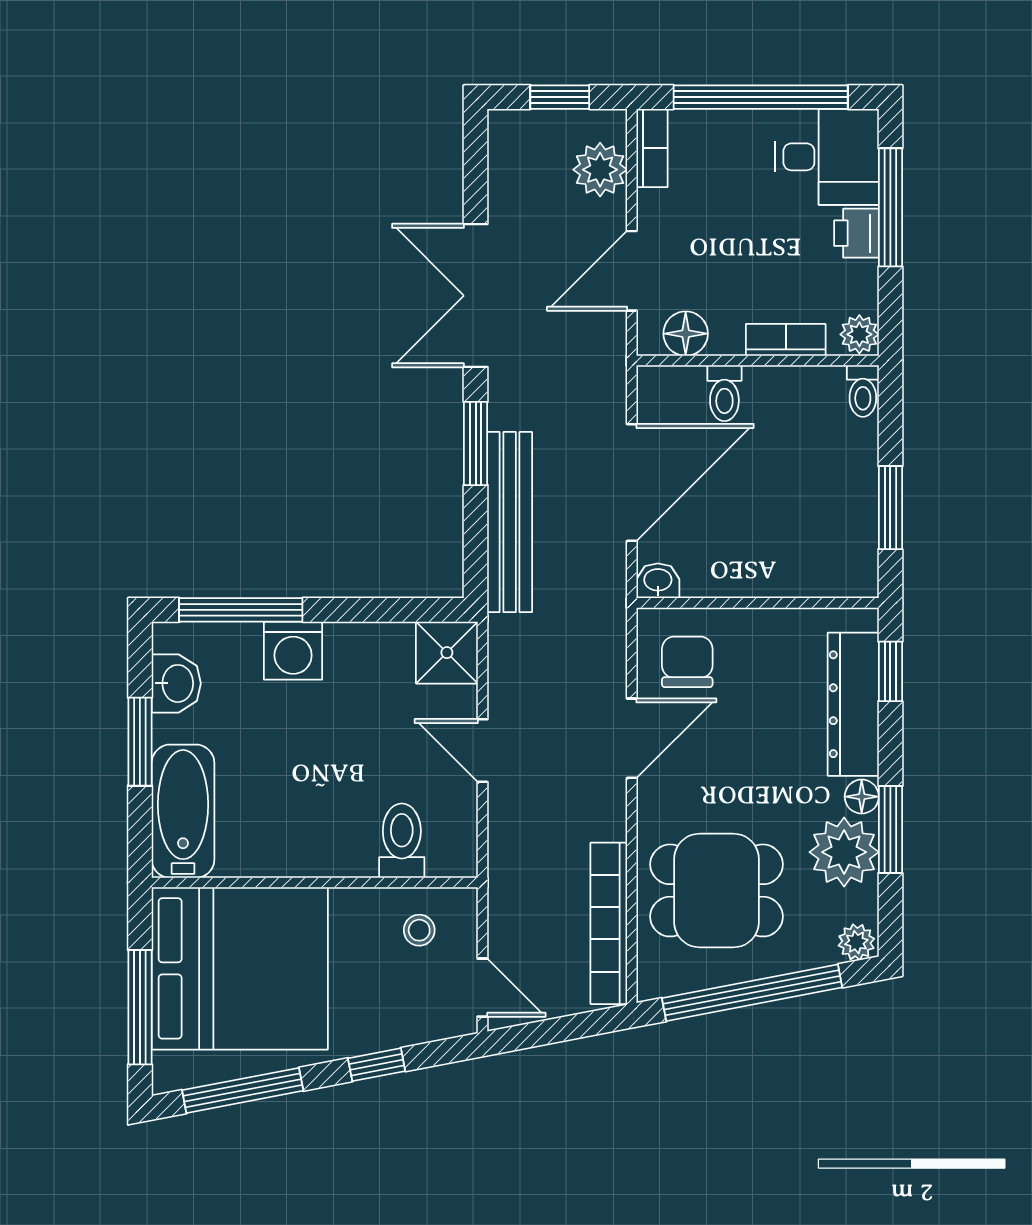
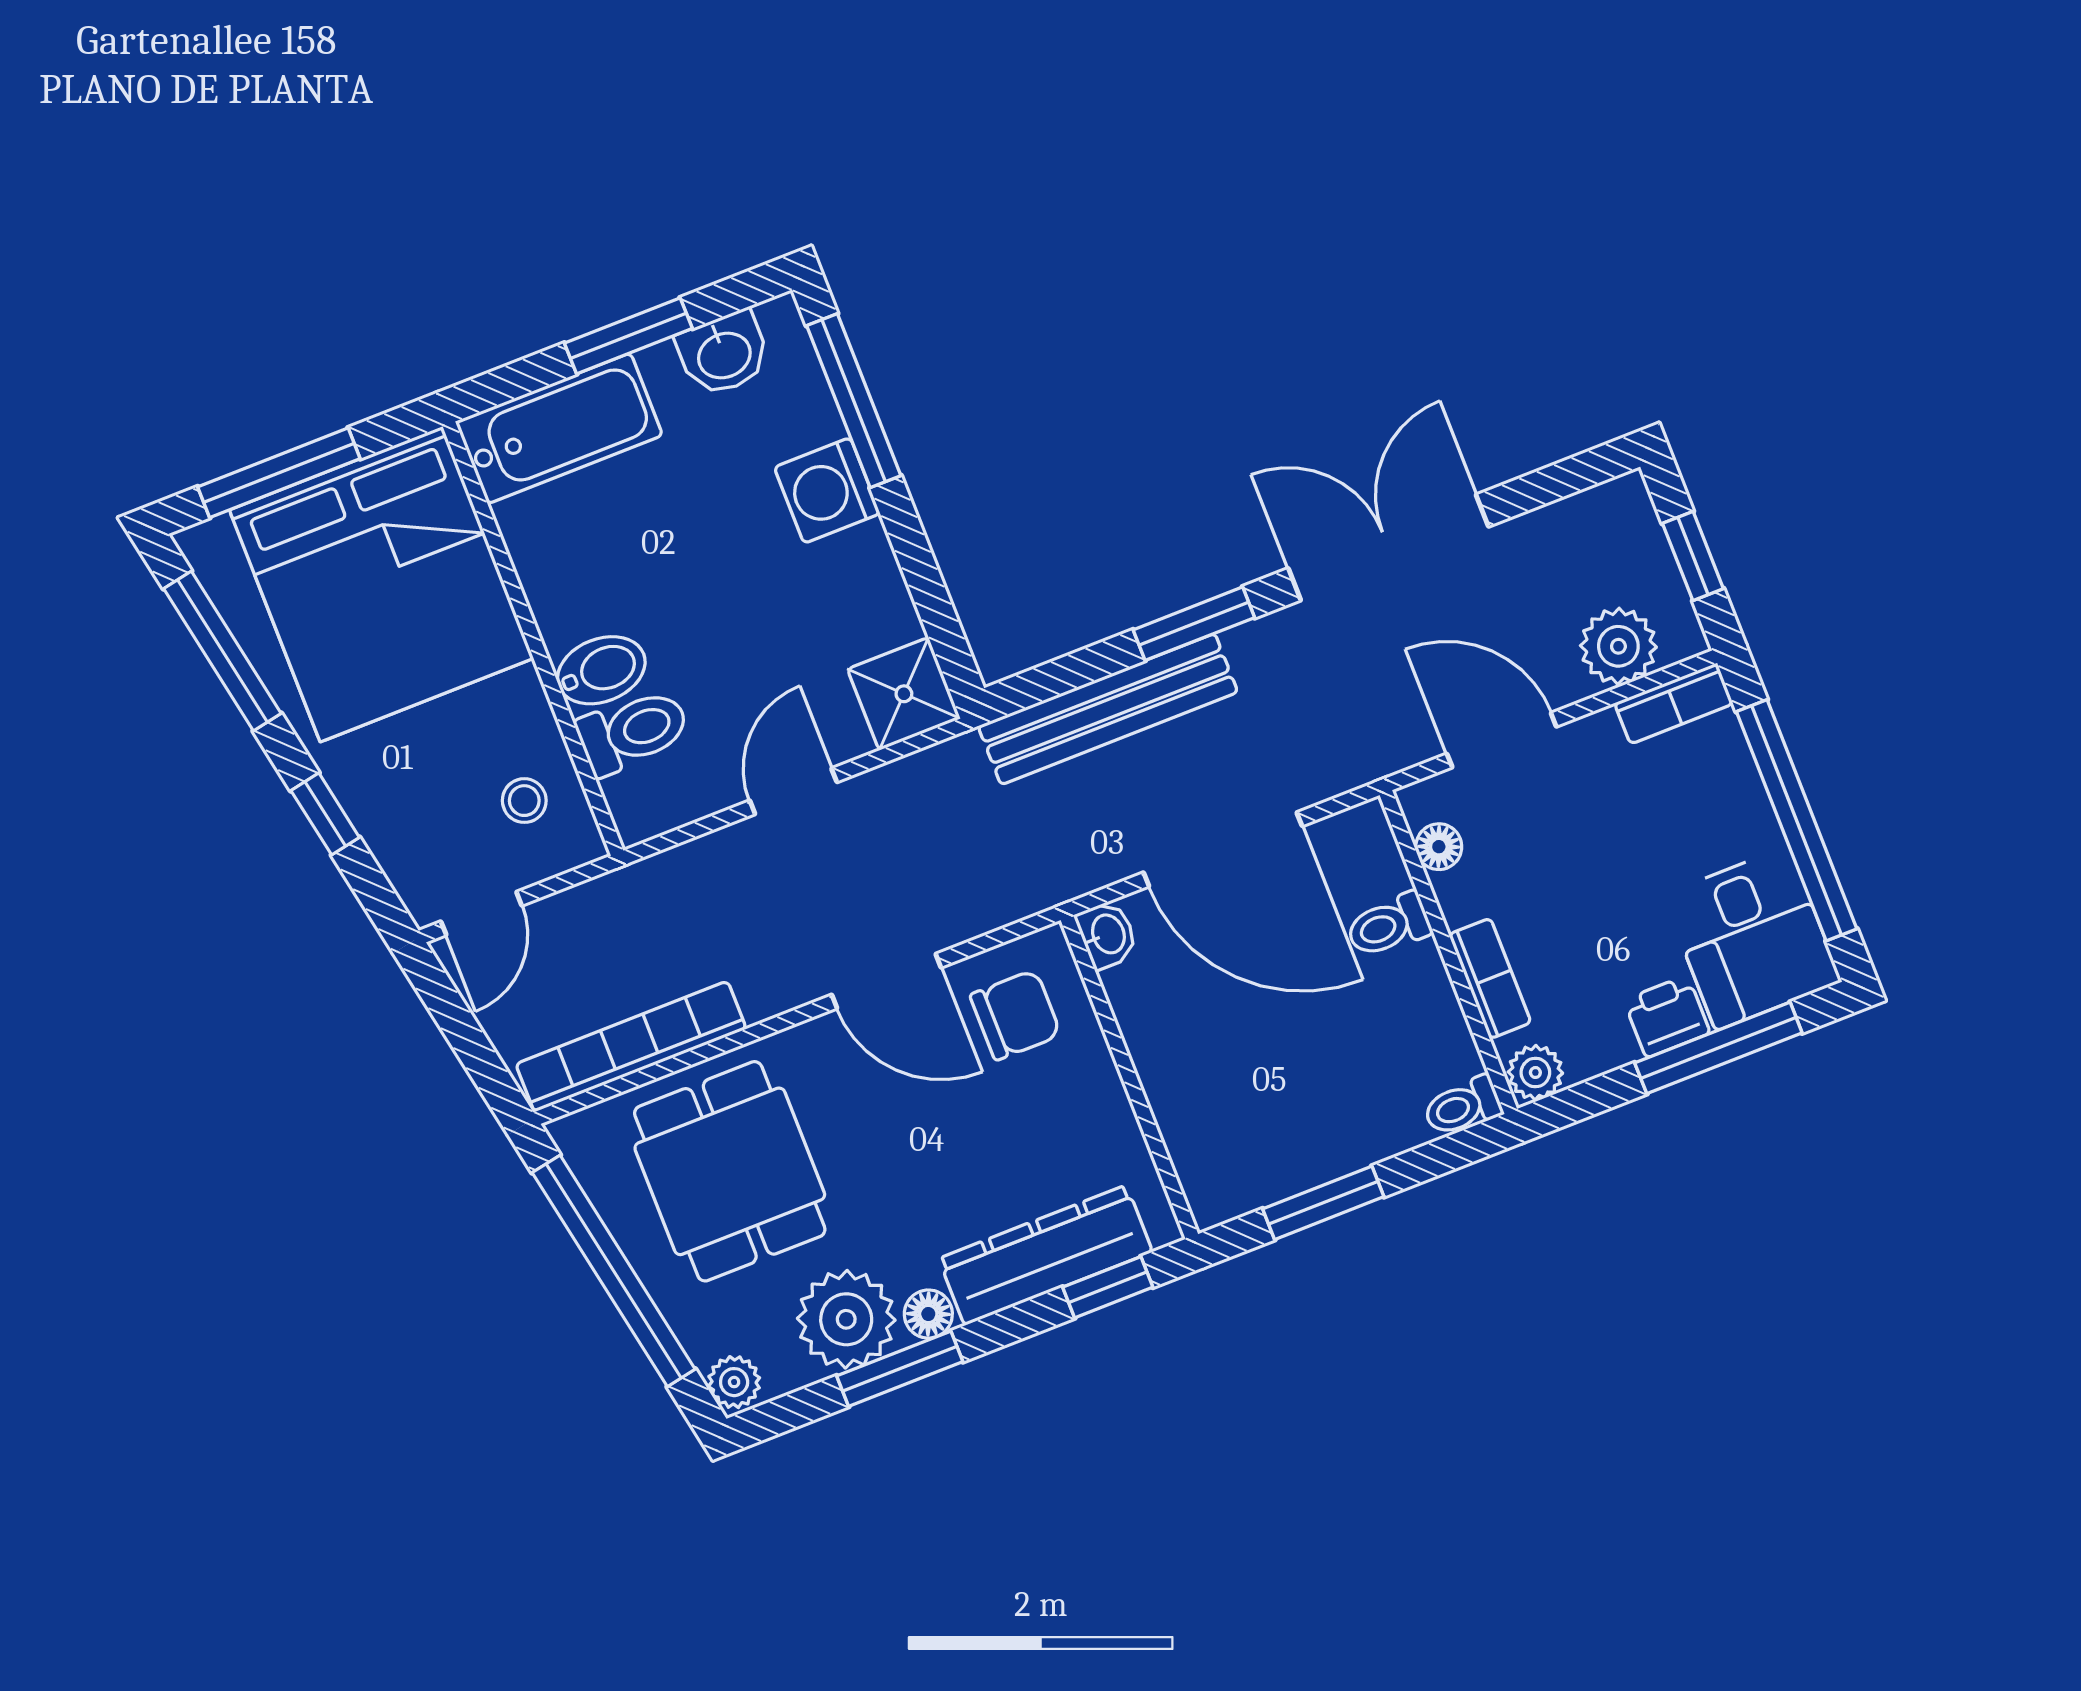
floor lamp: (686, 334) -> (1439, 847), width x0.73, depth x0.73
bidet: (353, 846) -> (601, 670), added

